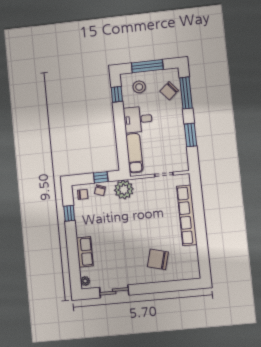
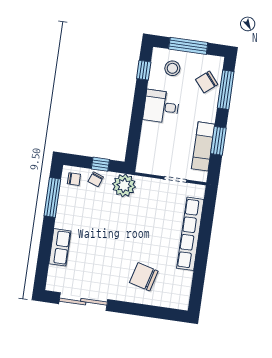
exam couch: (134, 153) -> (203, 146), moved, turned 180
window: (69, 213) -> (52, 197), width x2.17
plant: (85, 281) -> (52, 282), removed
sliding door: (114, 291) -> (83, 302), width x1.37

